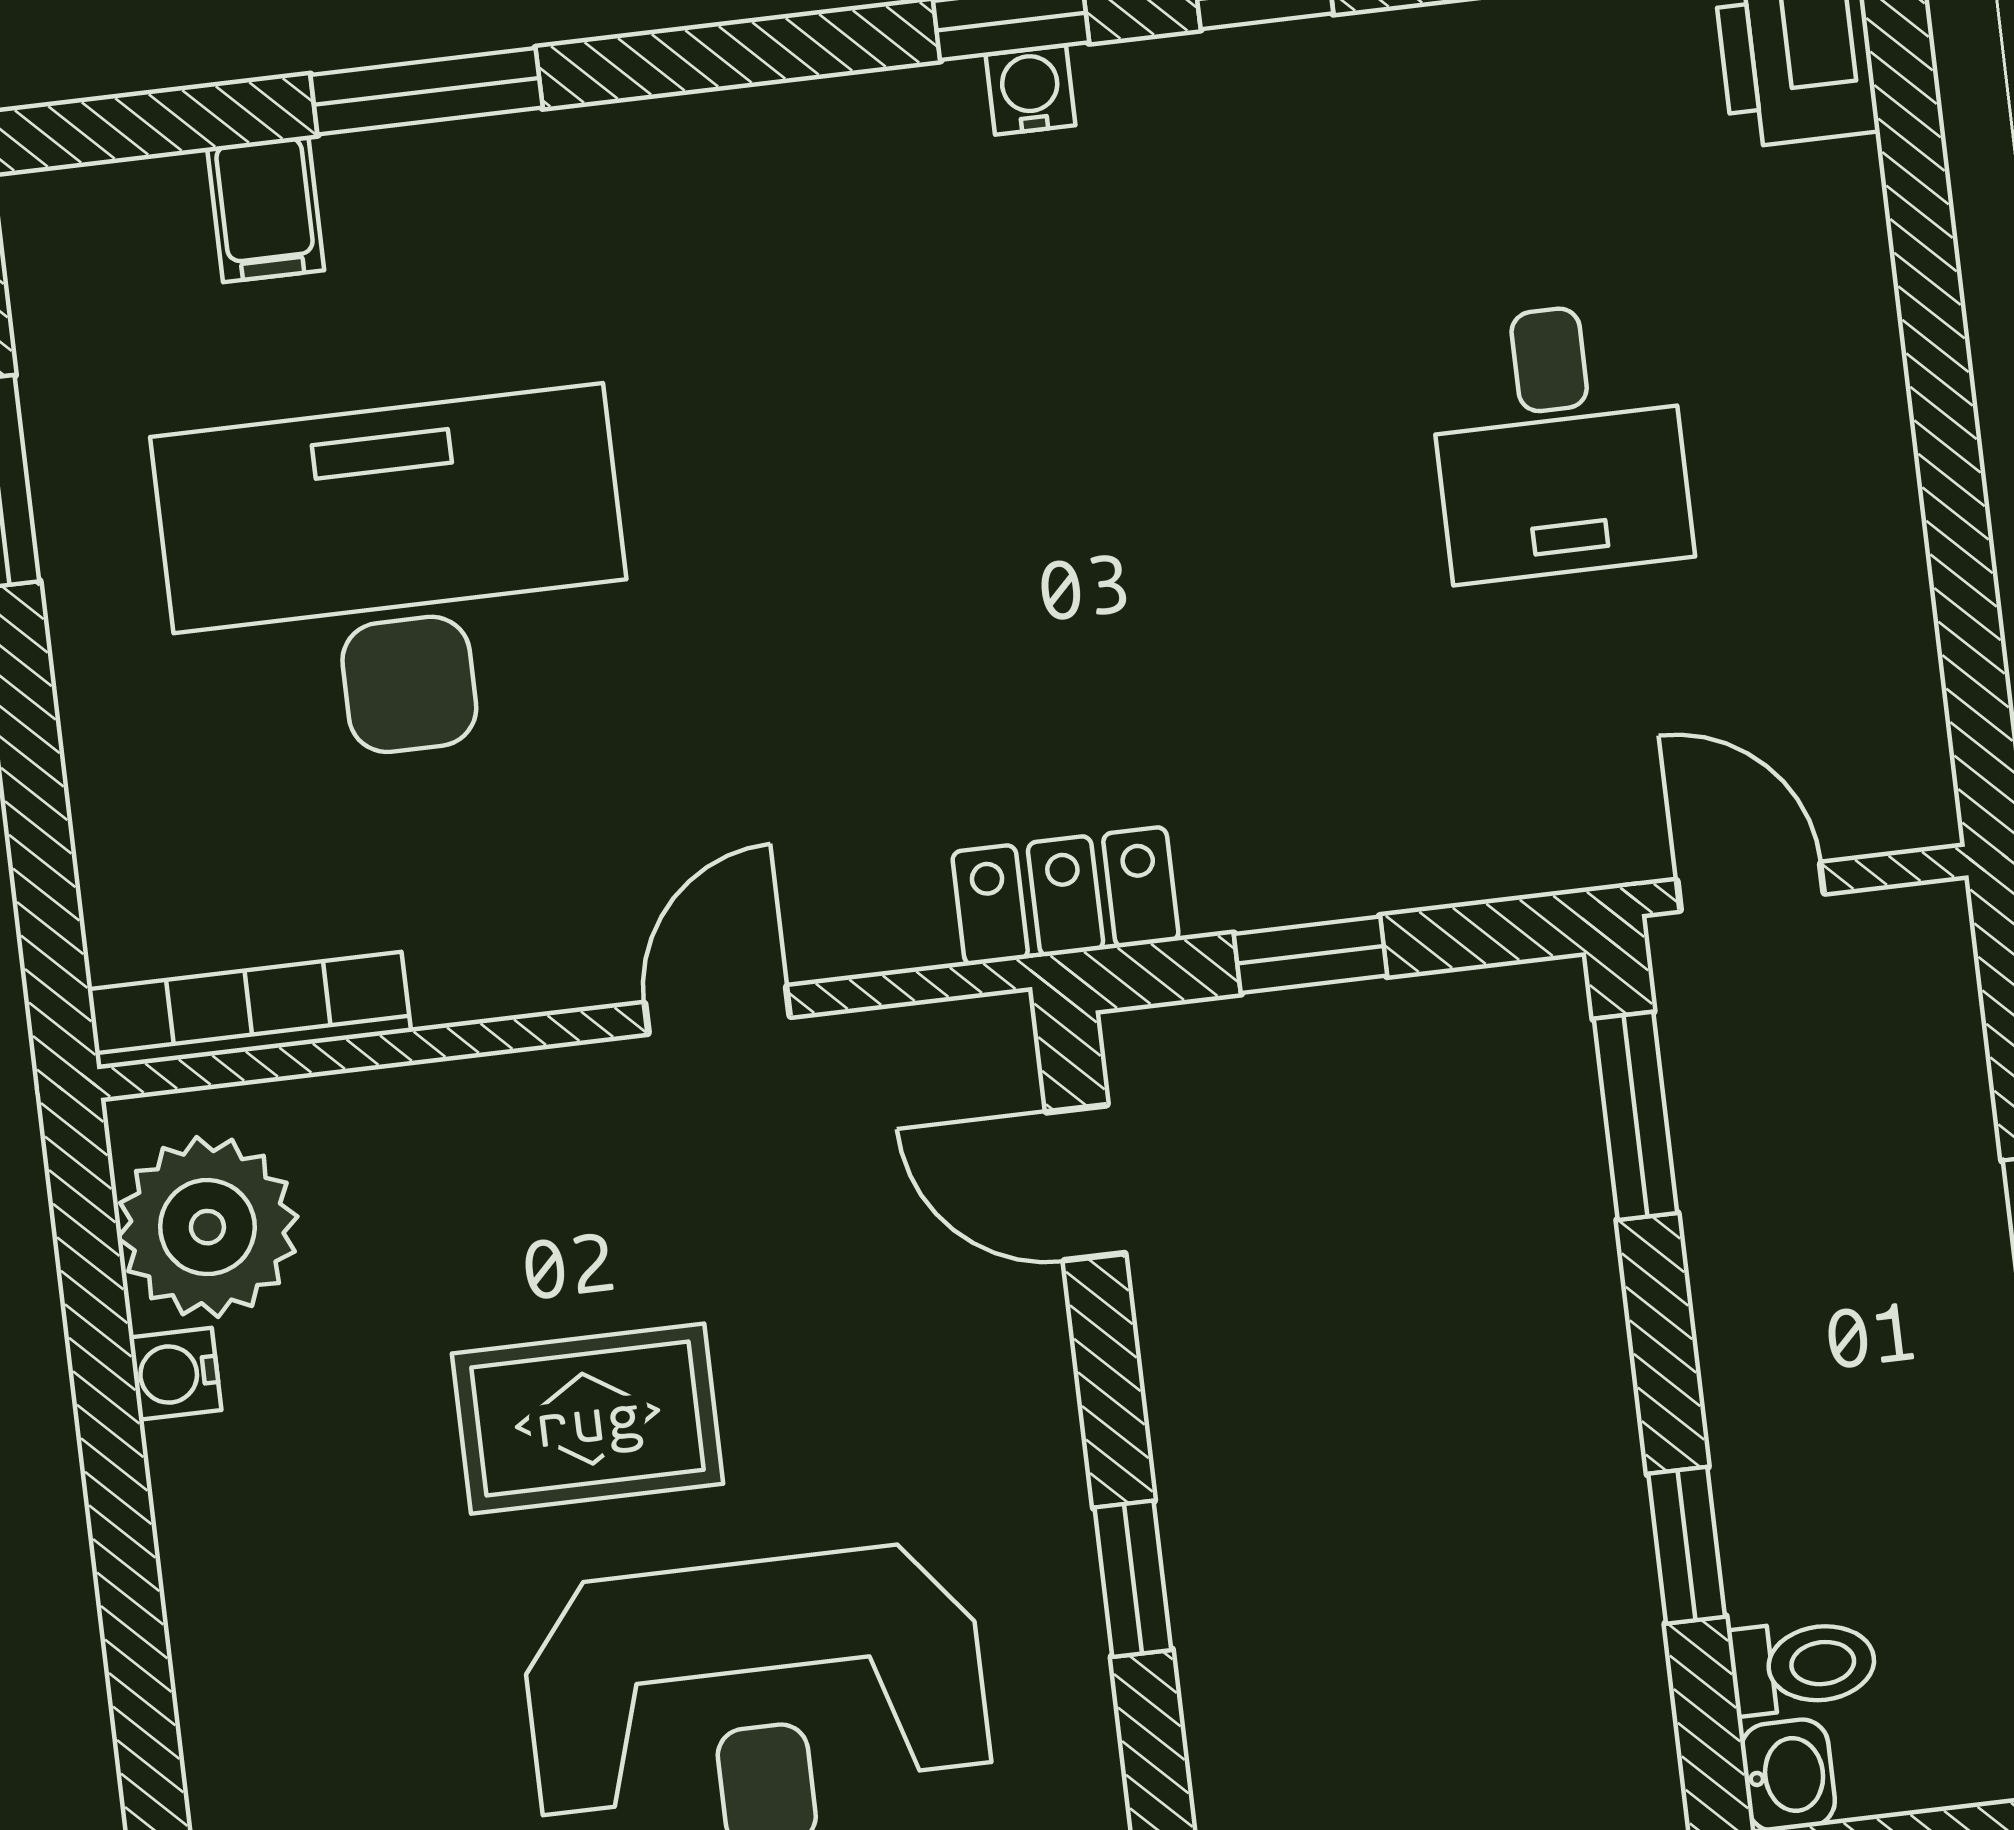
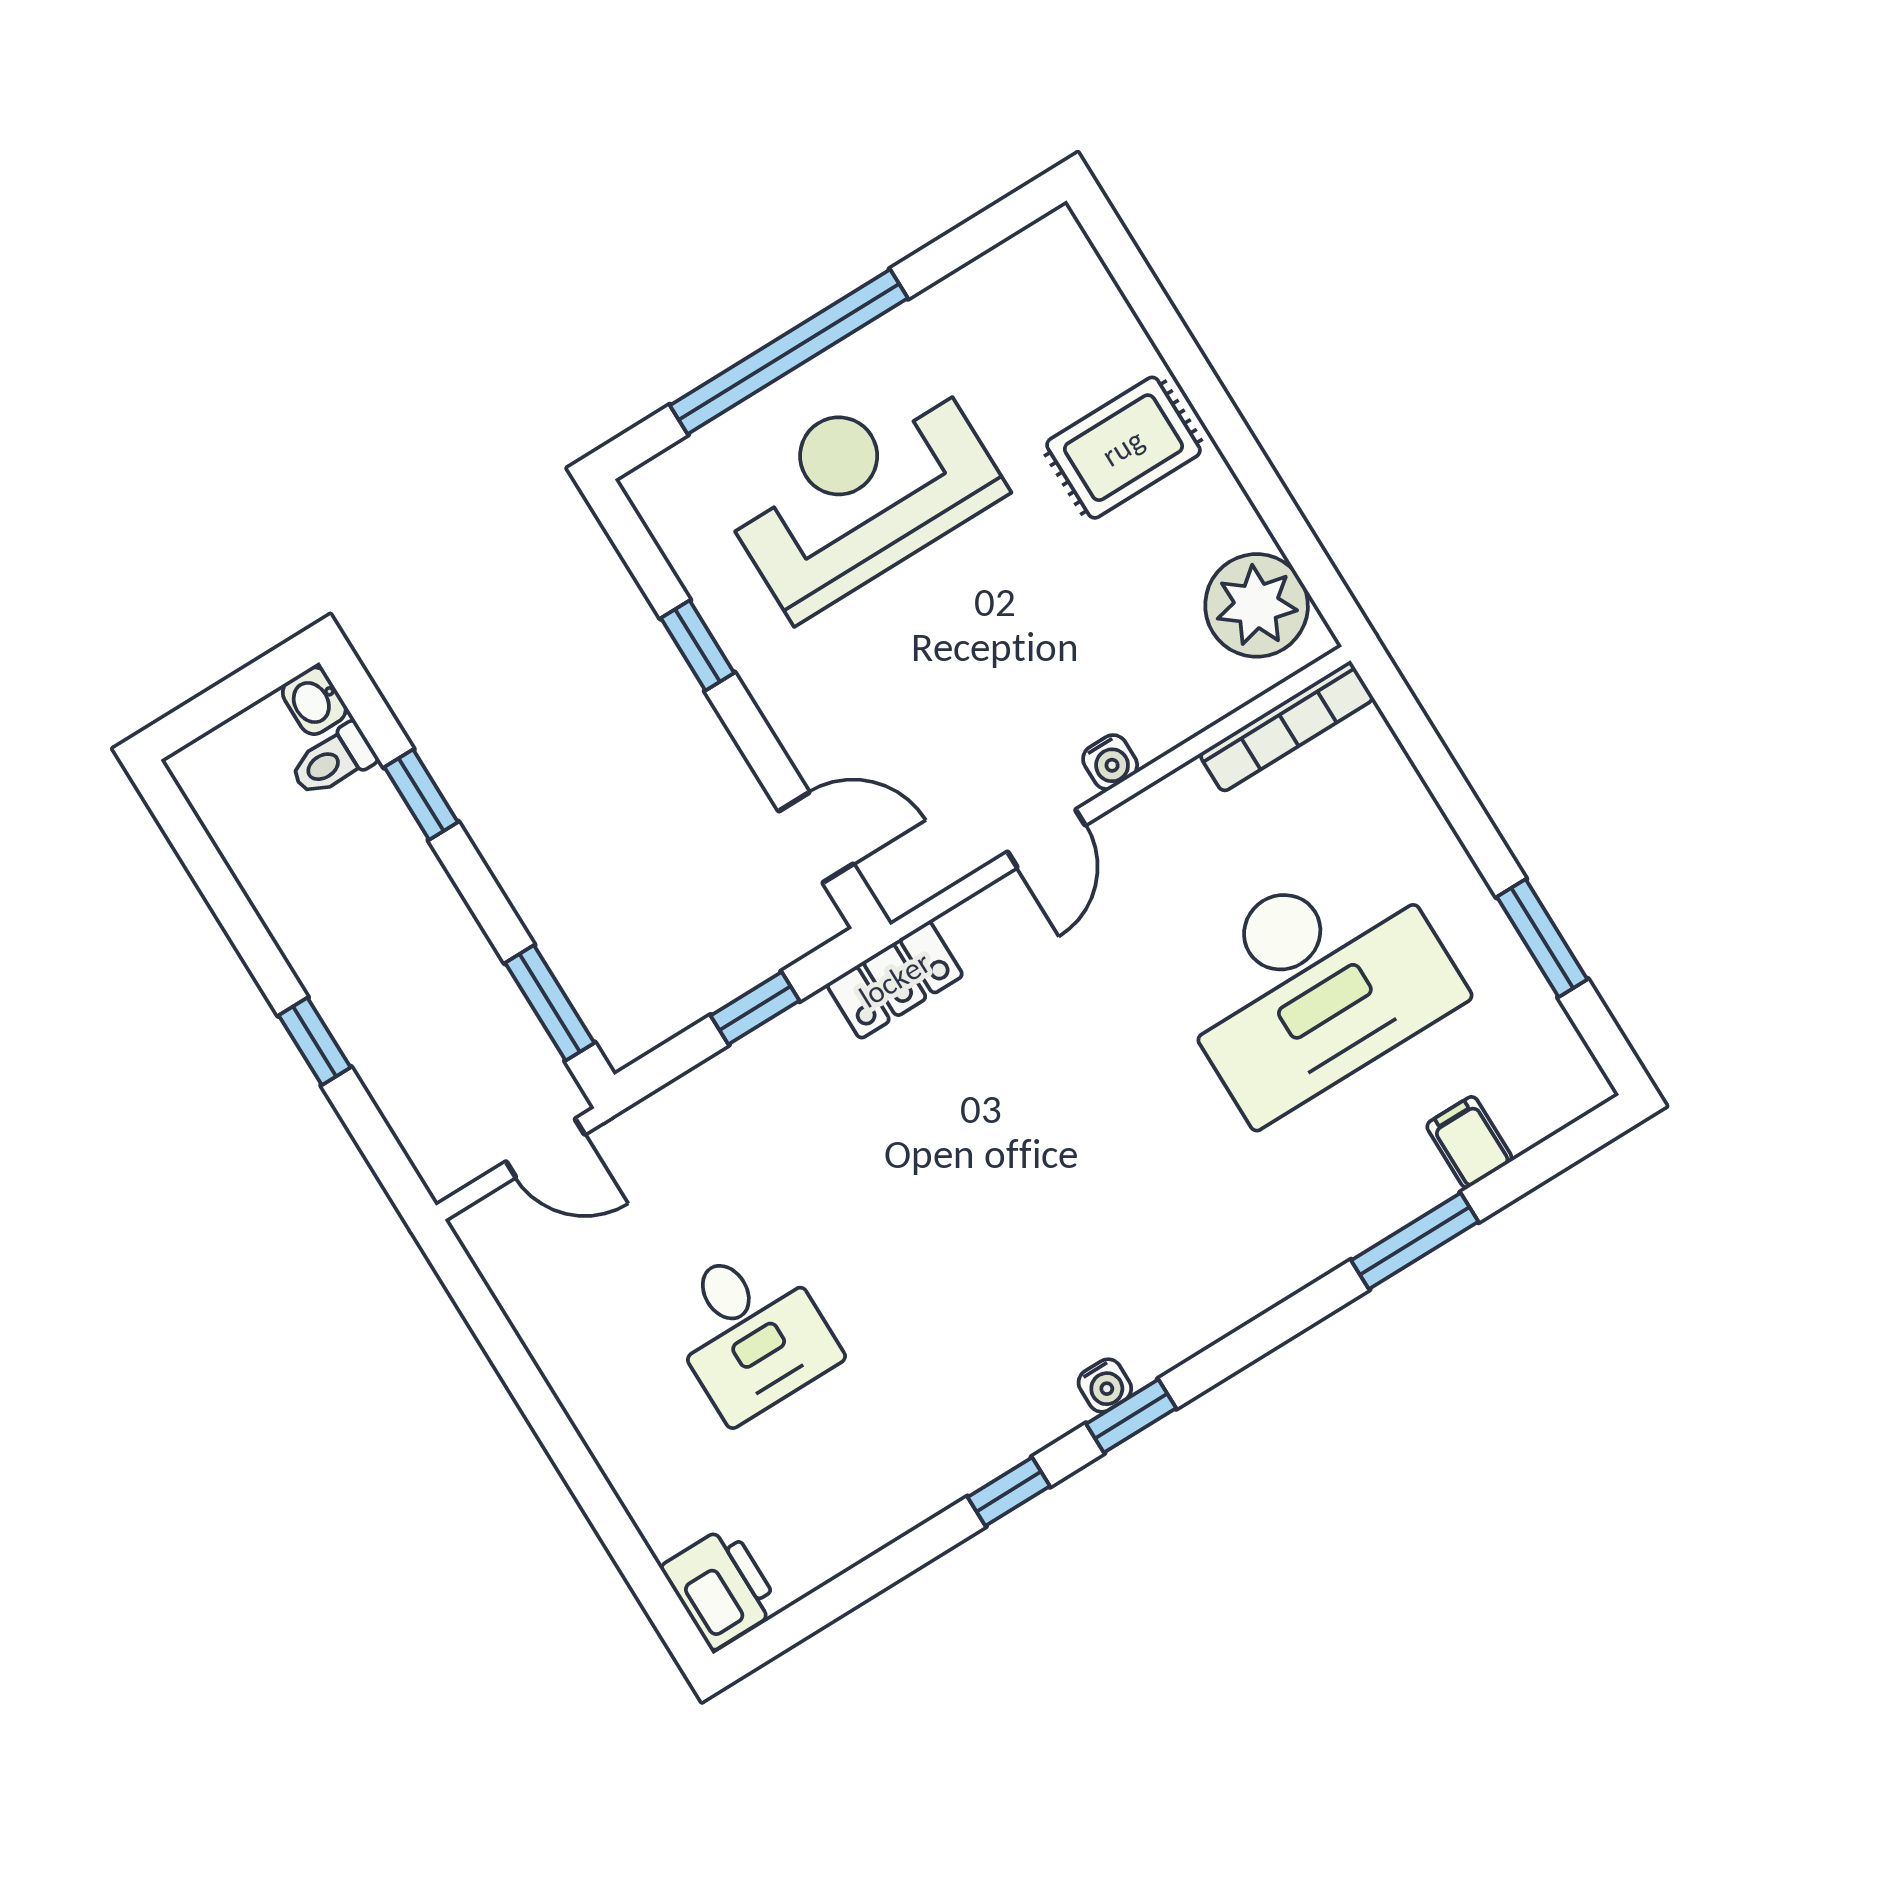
desk: (1559, 441) -> (750, 1331), turned 180
water cooler: (175, 1374) -> (1110, 762), moved, turned 90
rug: (588, 1419) -> (1123, 448), moved

